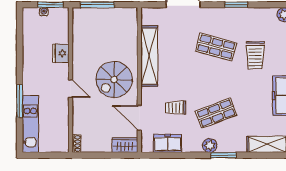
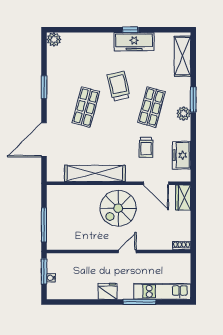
fridge: (61, 53) -> (108, 291), moved, turned 180
trolley: (255, 55) -> (119, 86), moved, turned -103
spiral stairs: (114, 80) -> (118, 208), turned 90
shop shelf: (216, 113) -> (151, 107), turned 36
door: (139, 118) -> (156, 183), hinge flipped

